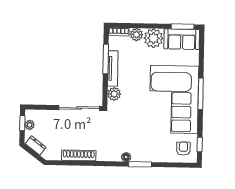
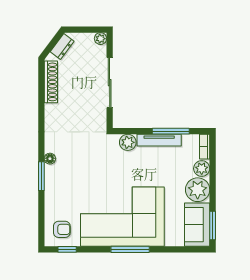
sliding door: (79, 108) -> (110, 83), moved
window: (22, 123) -> (90, 30), removed
plant: (30, 125) -> (100, 39), moved
shoe rack: (79, 155) -> (51, 82), moved

